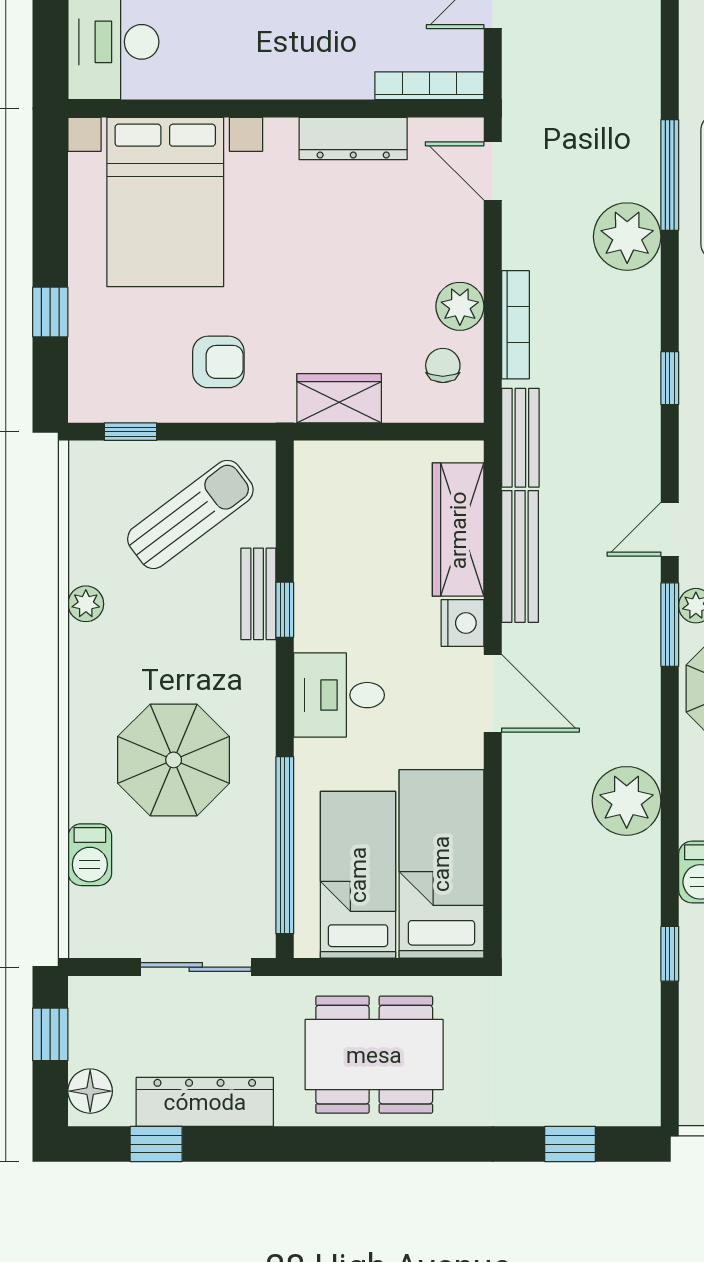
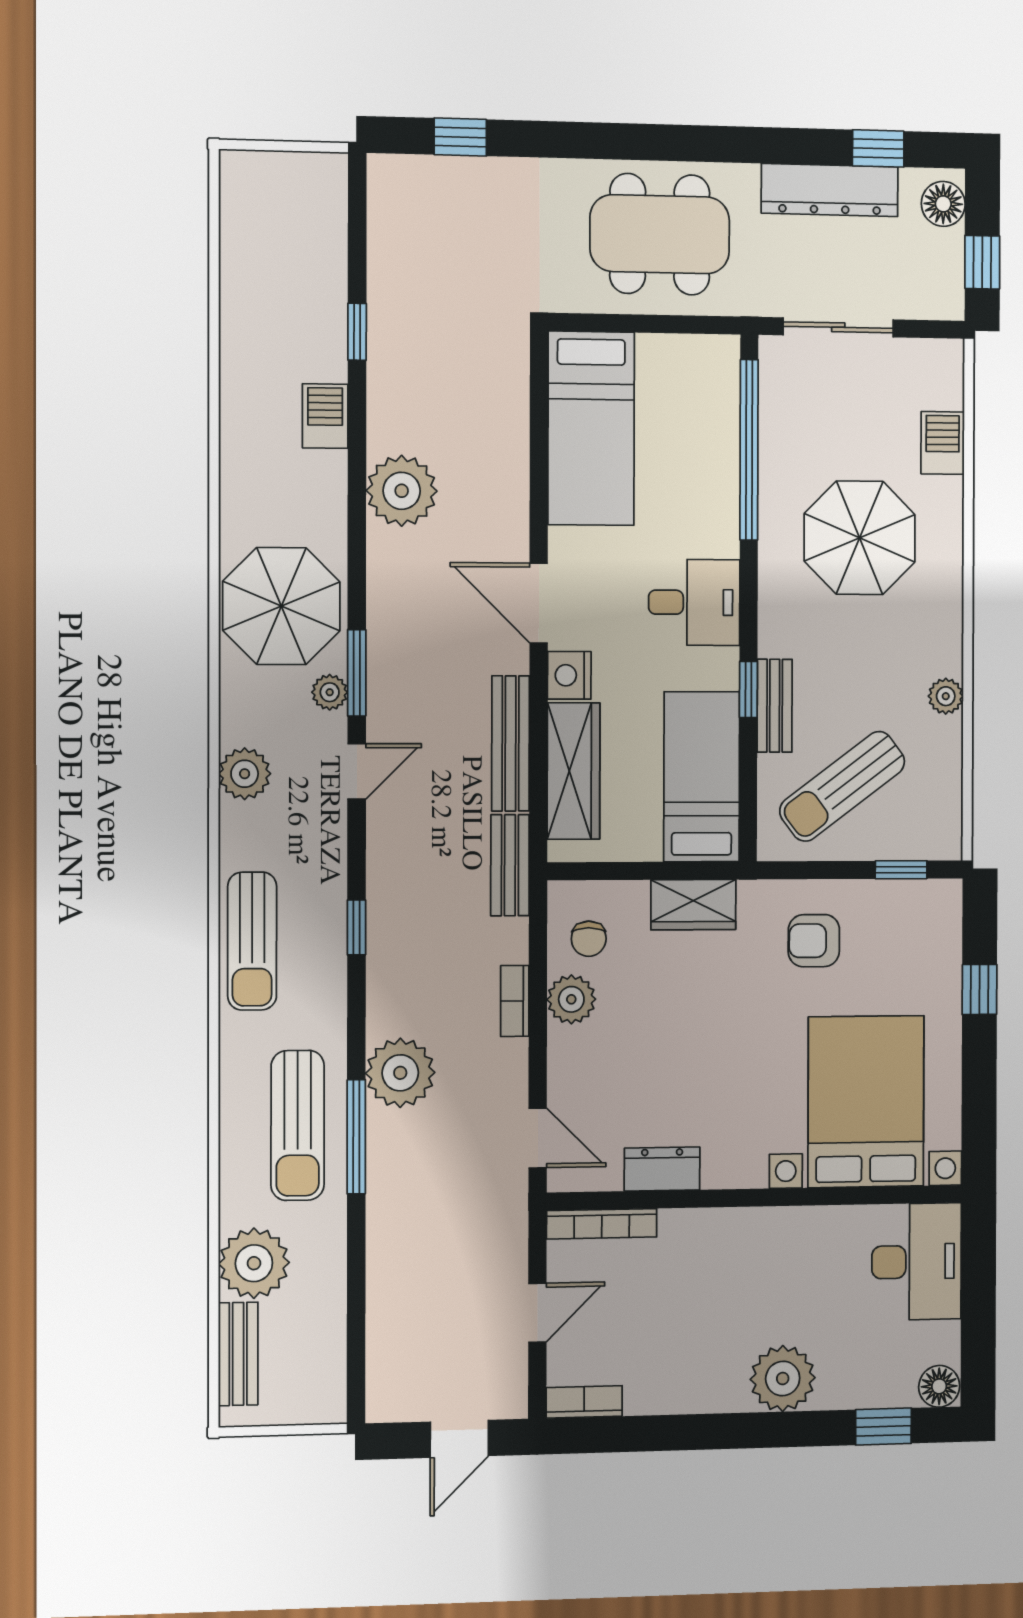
dresser: (353, 139) -> (662, 1169), width x0.70
bookcase: (515, 325) -> (515, 1001), width x0.64
bed: (358, 875) -> (702, 777), moved, turned 180

